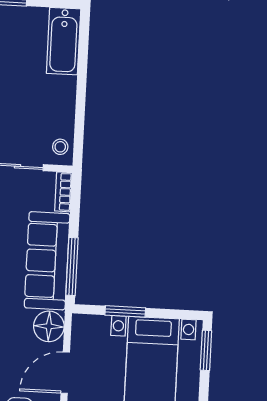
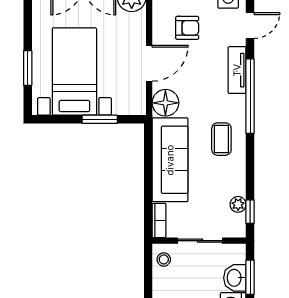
window: (72, 266) -> (148, 156), removed
window: (206, 350) -> (28, 68), moved

